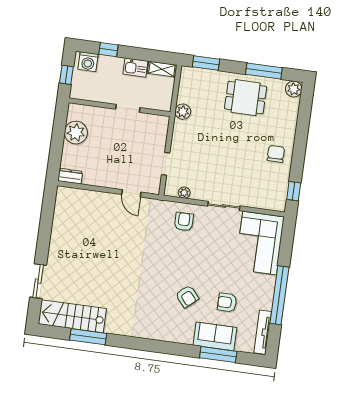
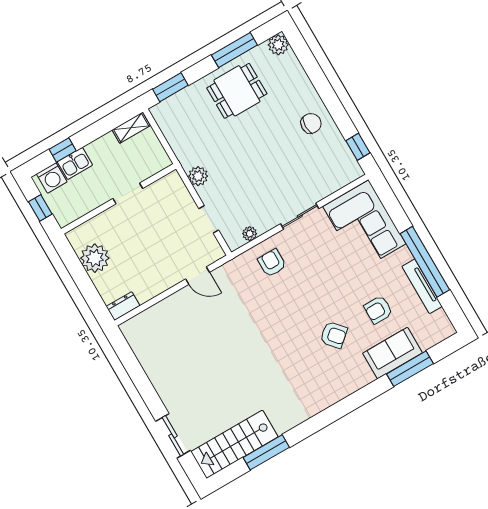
kitchen sink: (135, 68) -> (75, 163), moved
plant: (183, 112) -> (198, 176), moved
chair: (276, 154) -> (311, 123), turned 90
tv unit: (263, 332) -> (422, 286), moved

